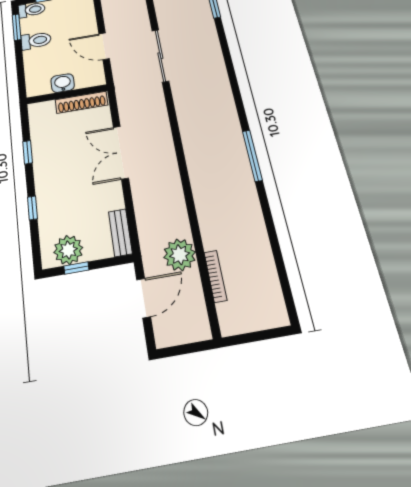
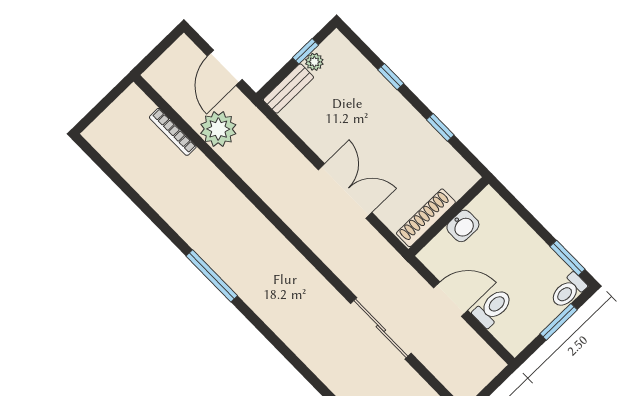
toilet: (36, 41) -> (493, 308), moved, turned 180
bench: (120, 233) -> (288, 89), moved, turned 90
plant: (68, 250) -> (314, 62), width x0.53, depth x0.53

